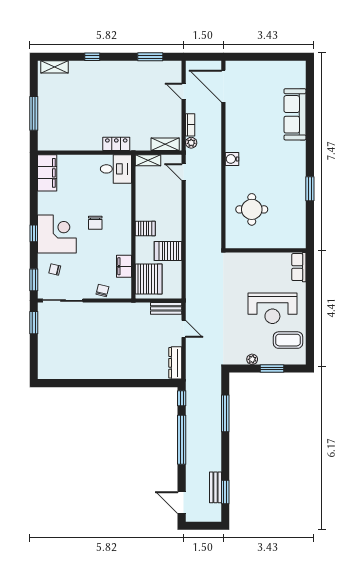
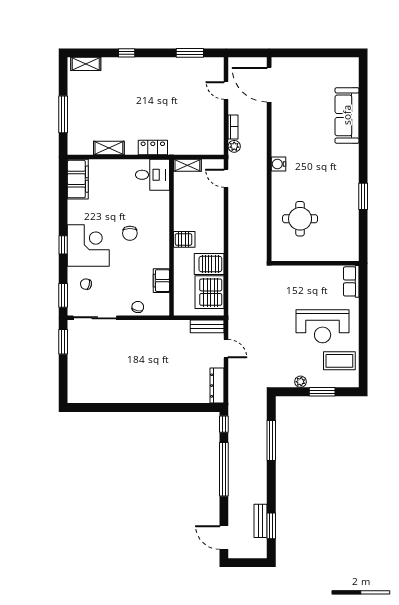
shelving: (165, 144) -> (109, 148), moved
server rack: (149, 279) -> (210, 292), moved, turned 180

